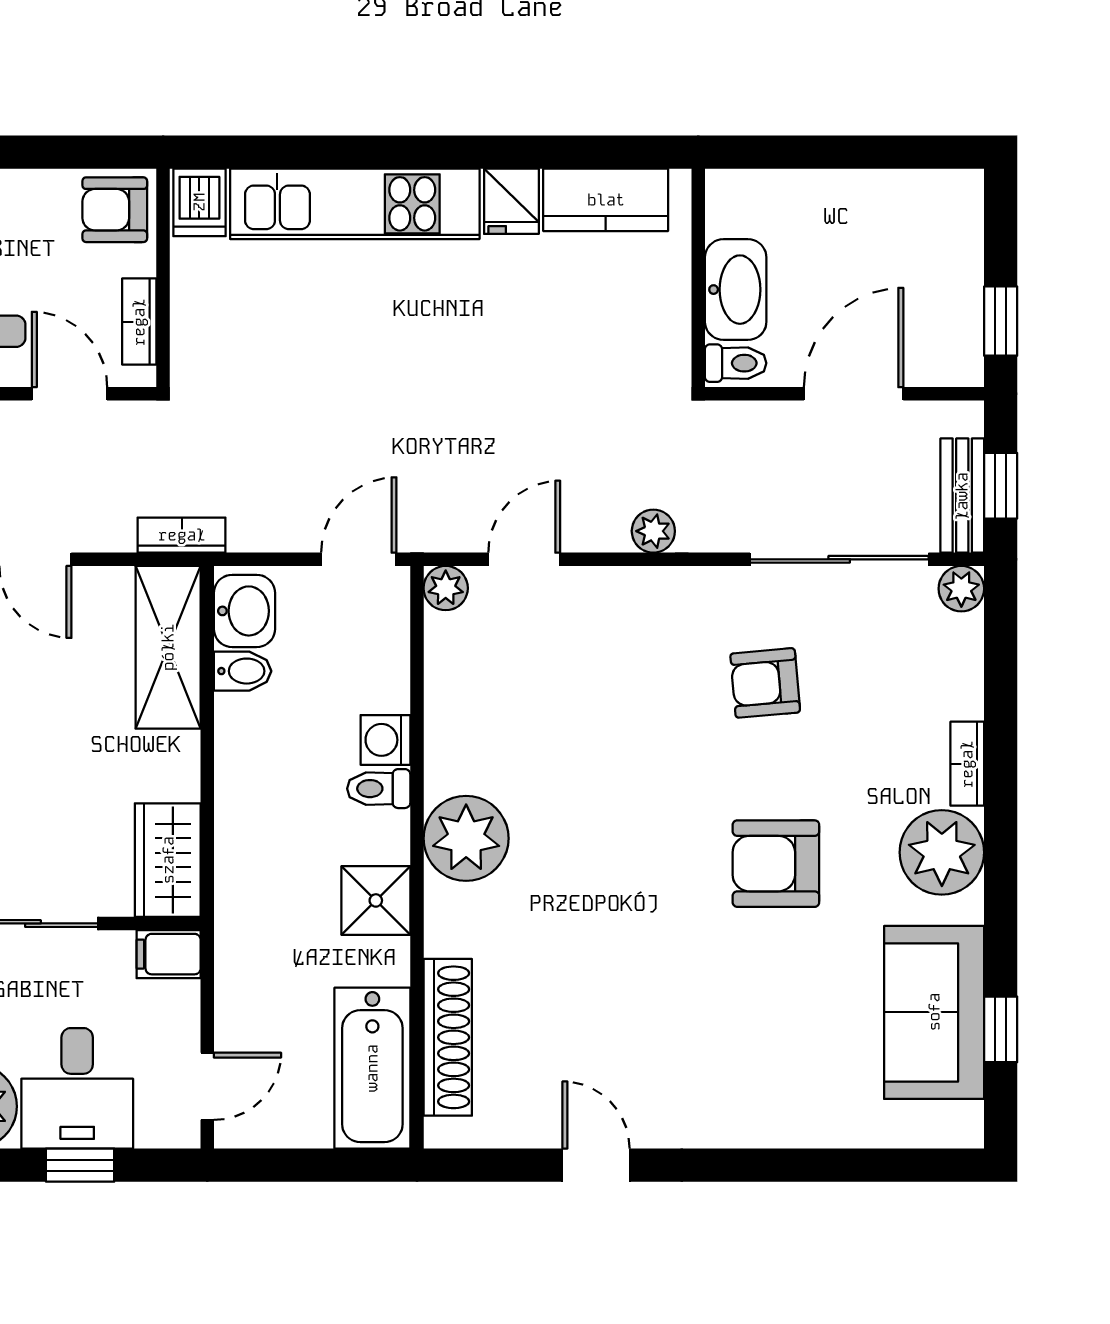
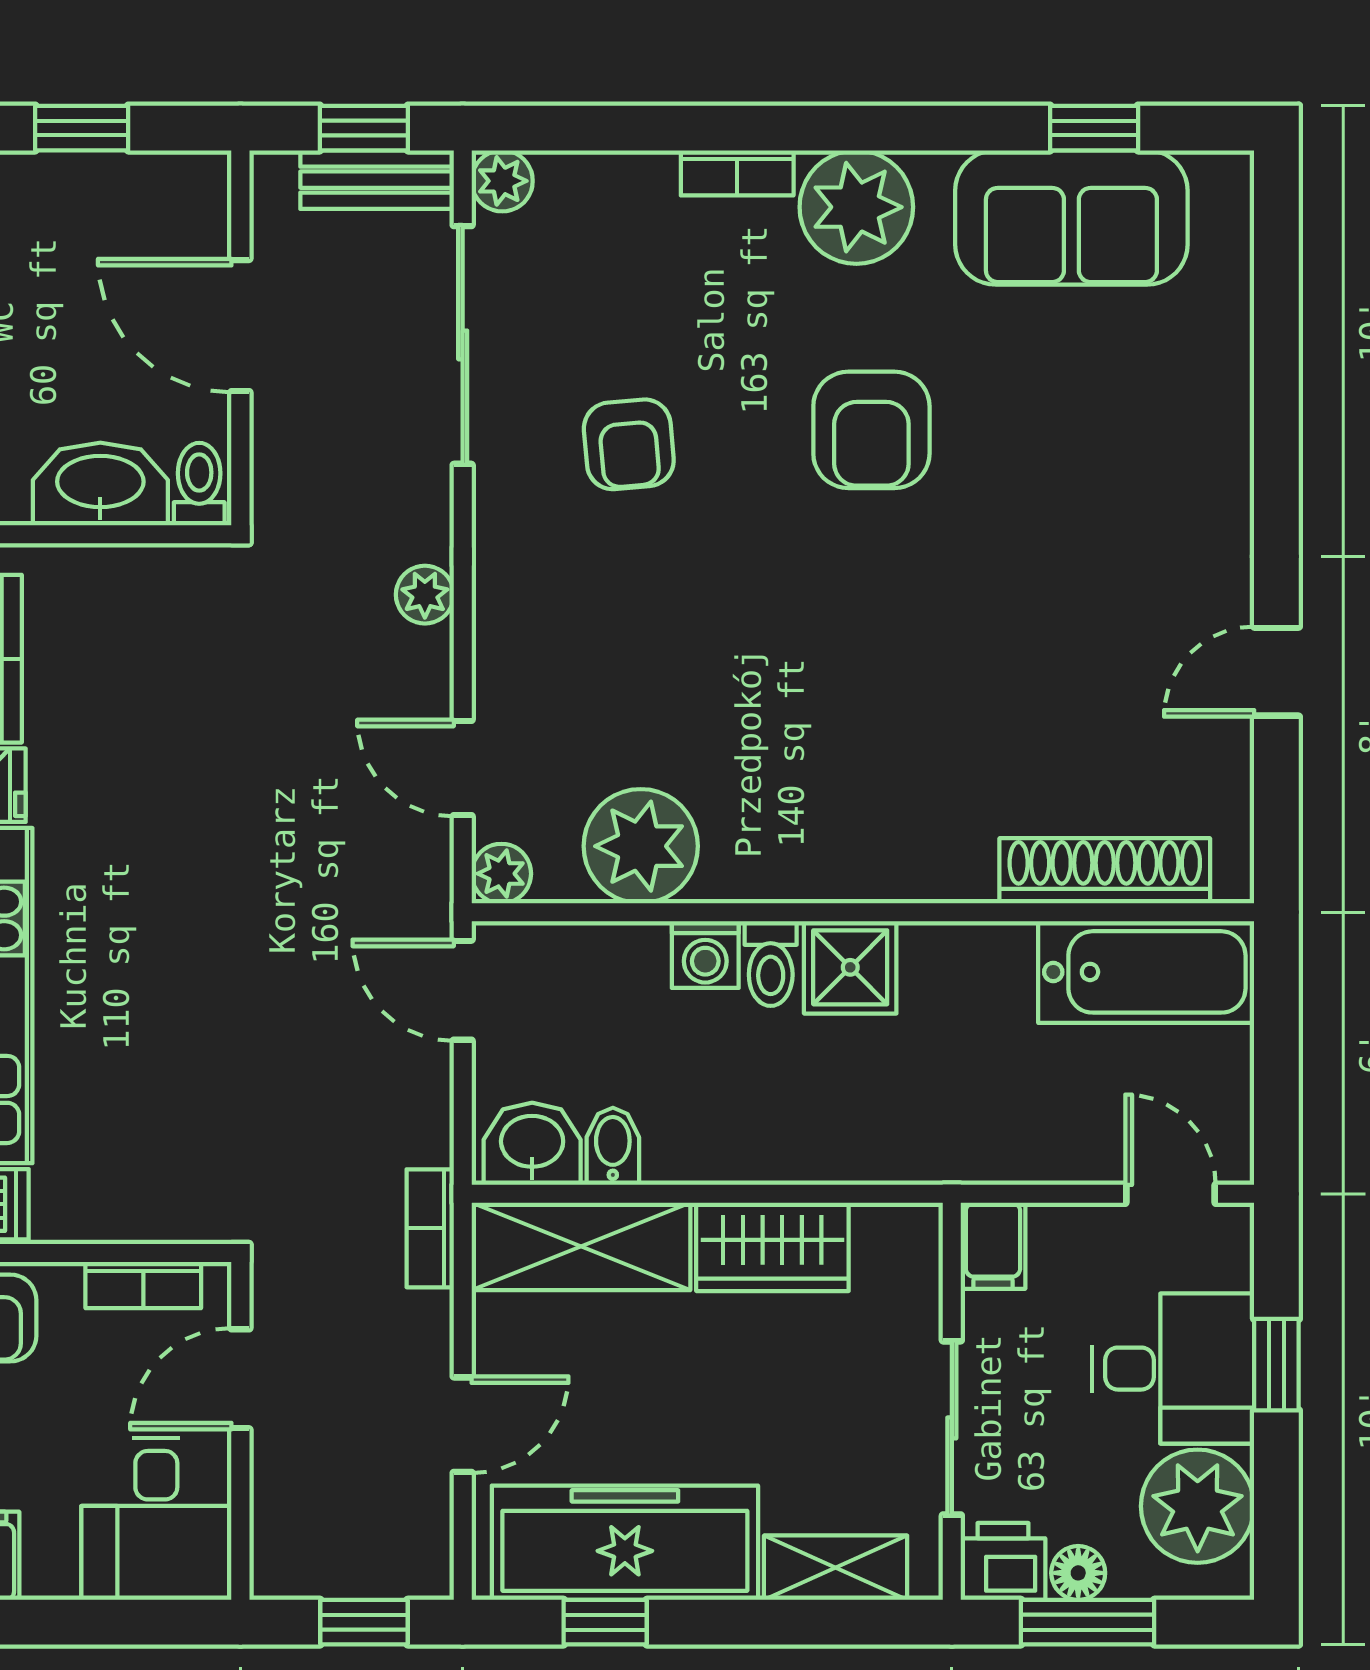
window: (1001, 321) -> (82, 128), moved
plant: (466, 838) -> (641, 846), moved
wardrobe: (168, 860) -> (772, 1247), moved
shower: (376, 900) -> (850, 967), moved

